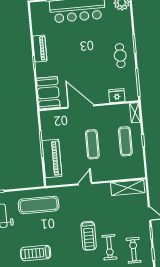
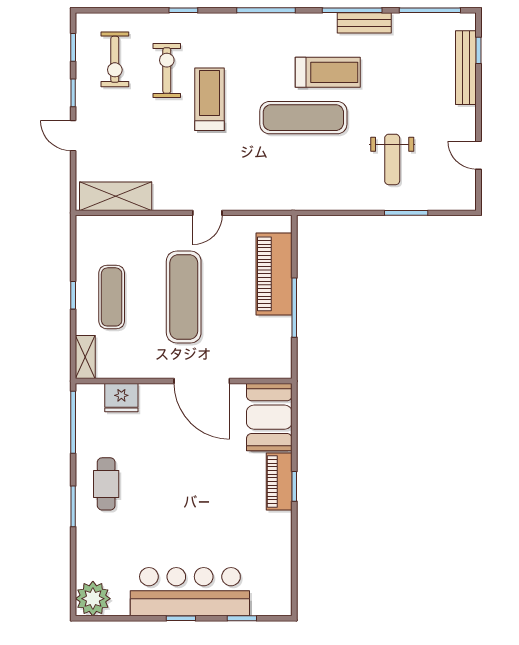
piano: (40, 49) -> (279, 482), moved
exercise mat: (92, 144) -> (184, 297), width x1.36, depth x1.45
exercise mat: (39, 205) -> (303, 118), moved

